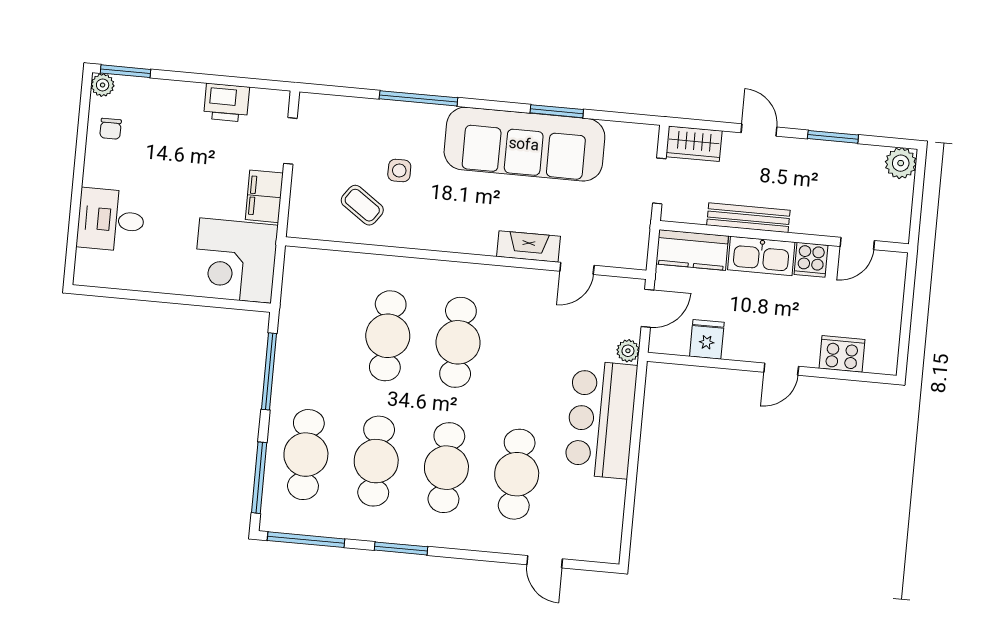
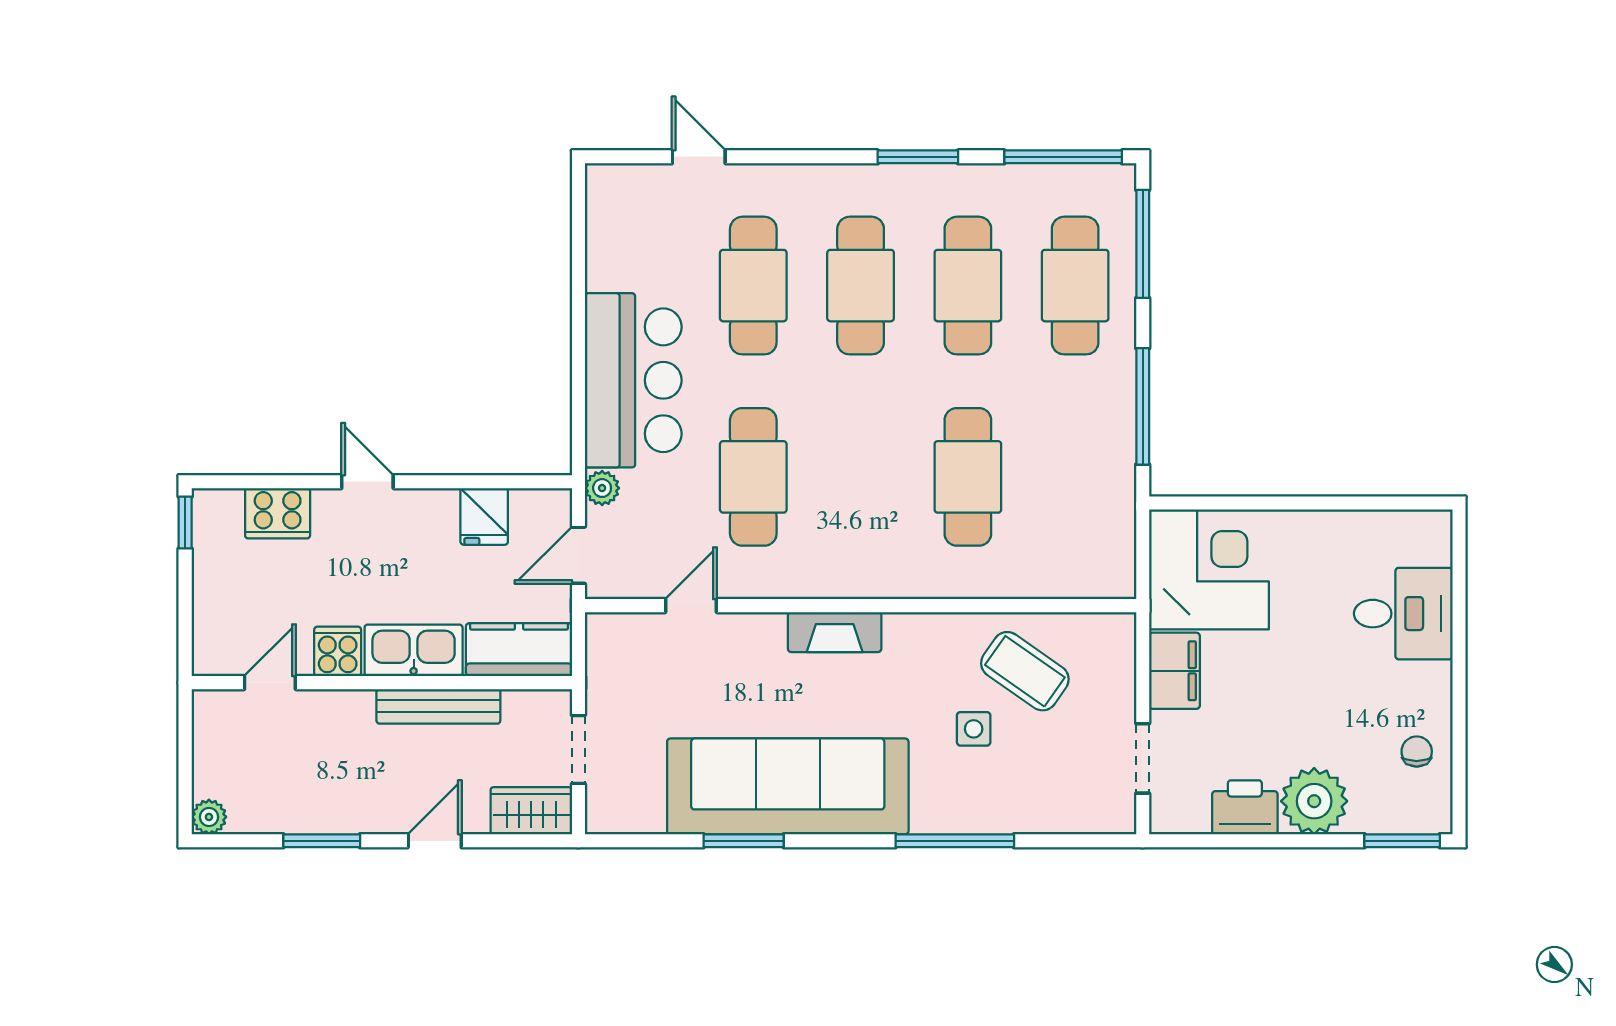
plant: (103, 85) -> (1314, 801), moved, width x1.88, depth x1.88
door: (759, 130) -> (435, 841), swing flipped
plant: (901, 163) -> (209, 817), width x0.73, depth x0.73
coffee table: (362, 205) -> (1025, 671), width x1.36, depth x1.30
fireplace: (529, 246) -> (835, 632), moved
cafe table: (458, 342) -> (753, 477), moved
window: (903, 353) -> (185, 523), added
door: (781, 369) -> (367, 482), hinge flipped

